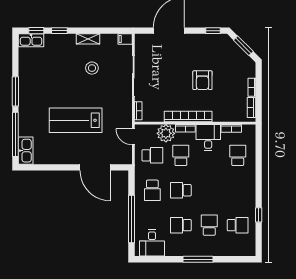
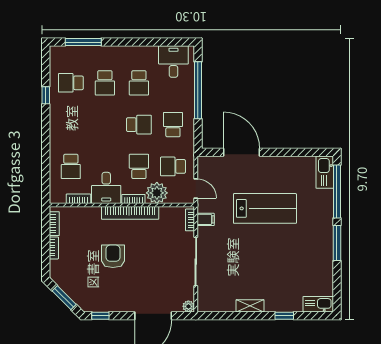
window: (36, 31) -> (312, 316), removed
plant: (139, 38) -> (188, 306), added
filing cabinet: (125, 39) -> (206, 219), moved
stool: (92, 68) -> (245, 271), removed
school desk: (181, 155) -> (139, 166), turned 180
school desk: (181, 225) -> (139, 83), turned 90
window: (198, 259) -> (83, 42), moved

